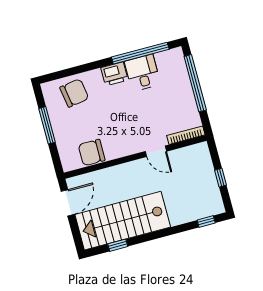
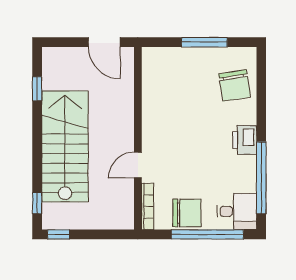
desk: (142, 73) -> (237, 211), moved
chair: (92, 153) -> (187, 213), moved, turned 90
window: (220, 178) -> (59, 234), moved
stairs: (123, 221) -> (65, 146), moved

